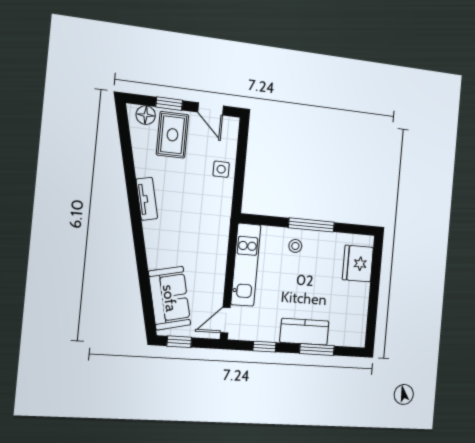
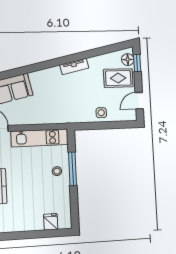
window: (169, 104) -> (137, 63), moved
window: (311, 225) -> (73, 169), moved
fridge: (358, 264) -> (51, 222), width x0.53, depth x0.75

